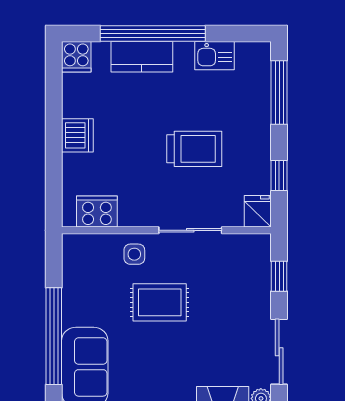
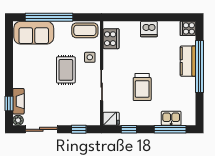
kitchen sink: (214, 56) -> (171, 118), moved, turned 90
coffee table: (80, 264) -> (85, 30), added

